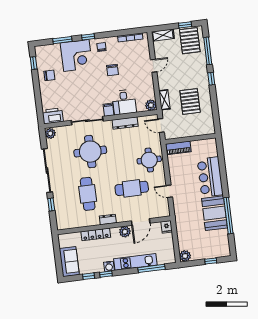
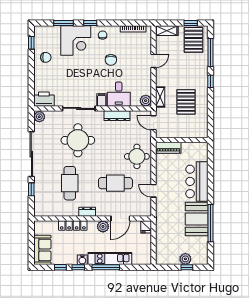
plant: (185, 256) -> (185, 259), moved
window: (152, 268) -> (106, 267), moved

